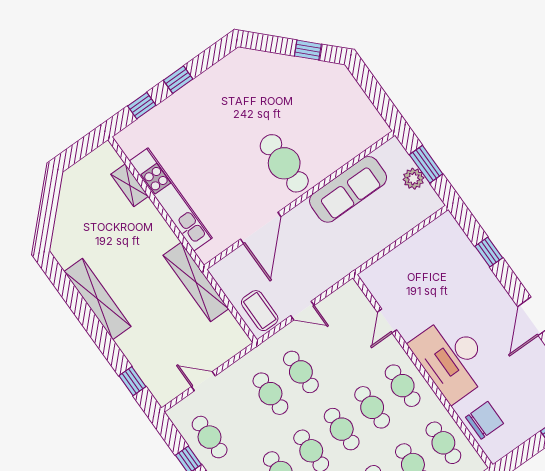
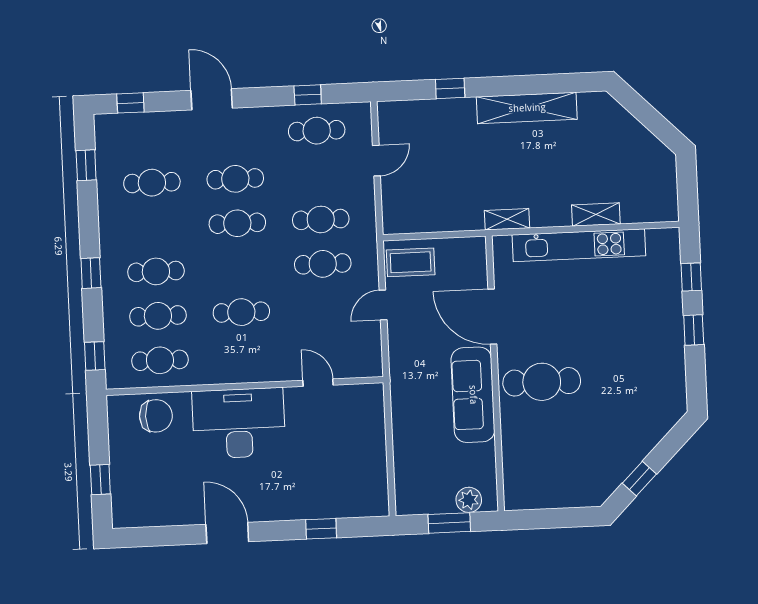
plant: (413, 179) -> (469, 500), moved
shelving: (130, 185) -> (596, 214), moved
sofa: (348, 189) -> (473, 395), moved
shelving: (196, 282) -> (507, 219), width x0.45, depth x0.75
window: (132, 381) -> (450, 88), moved
cafe table: (403, 386) -> (243, 357), removed
chair: (484, 420) -> (156, 416), turned -90
cafe table: (342, 429) -> (239, 268), removed

